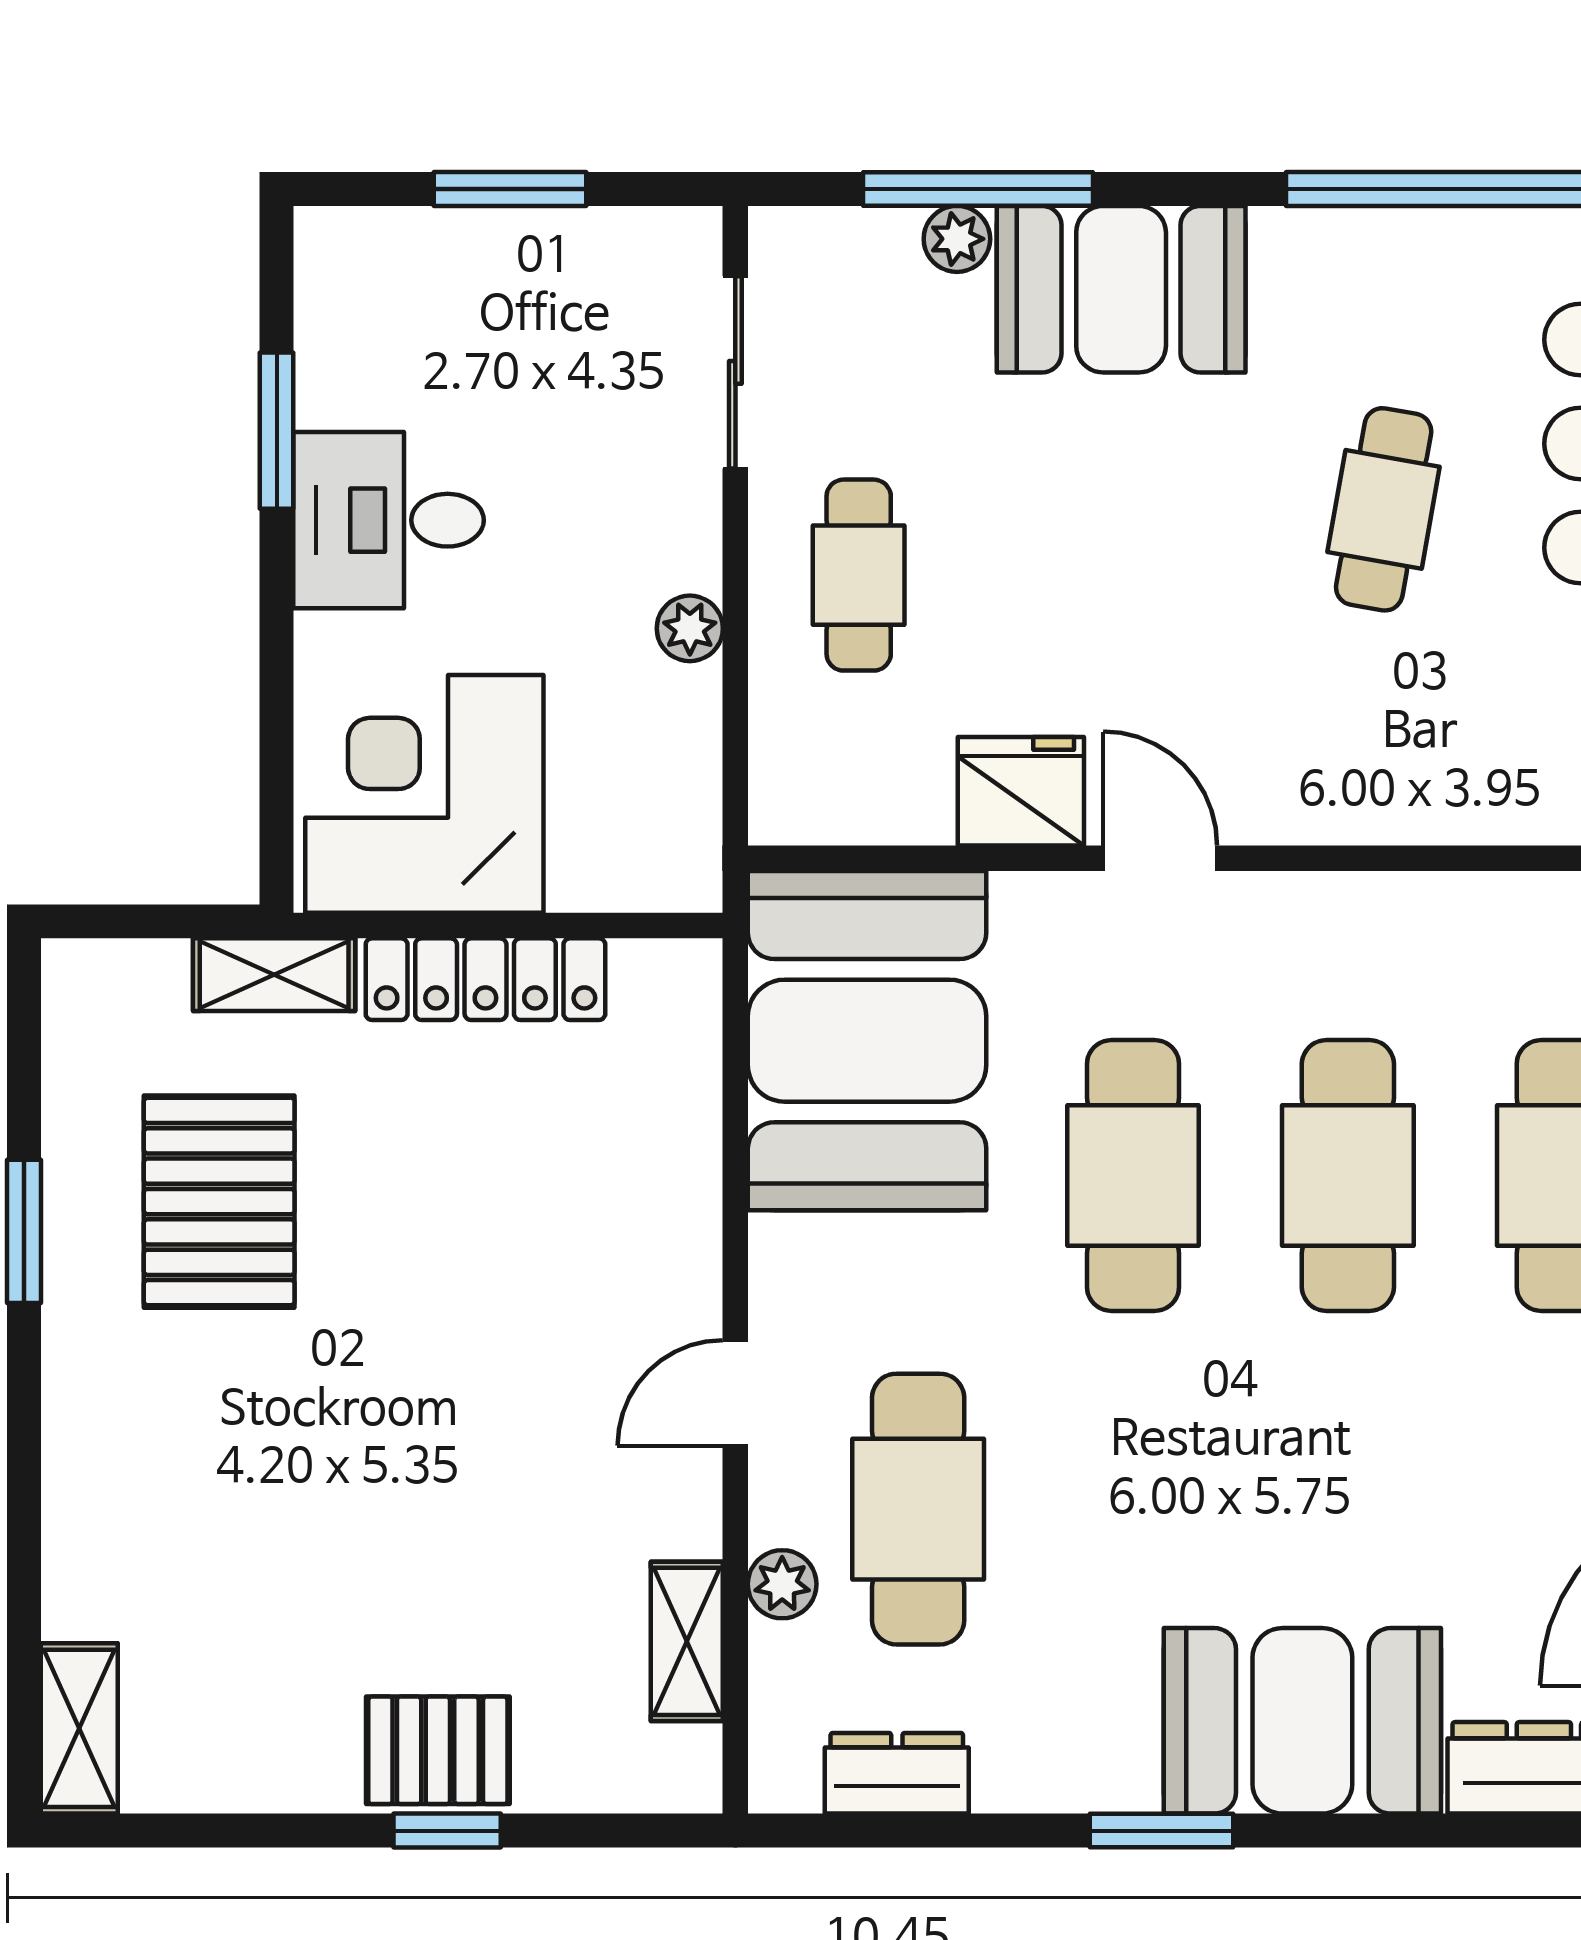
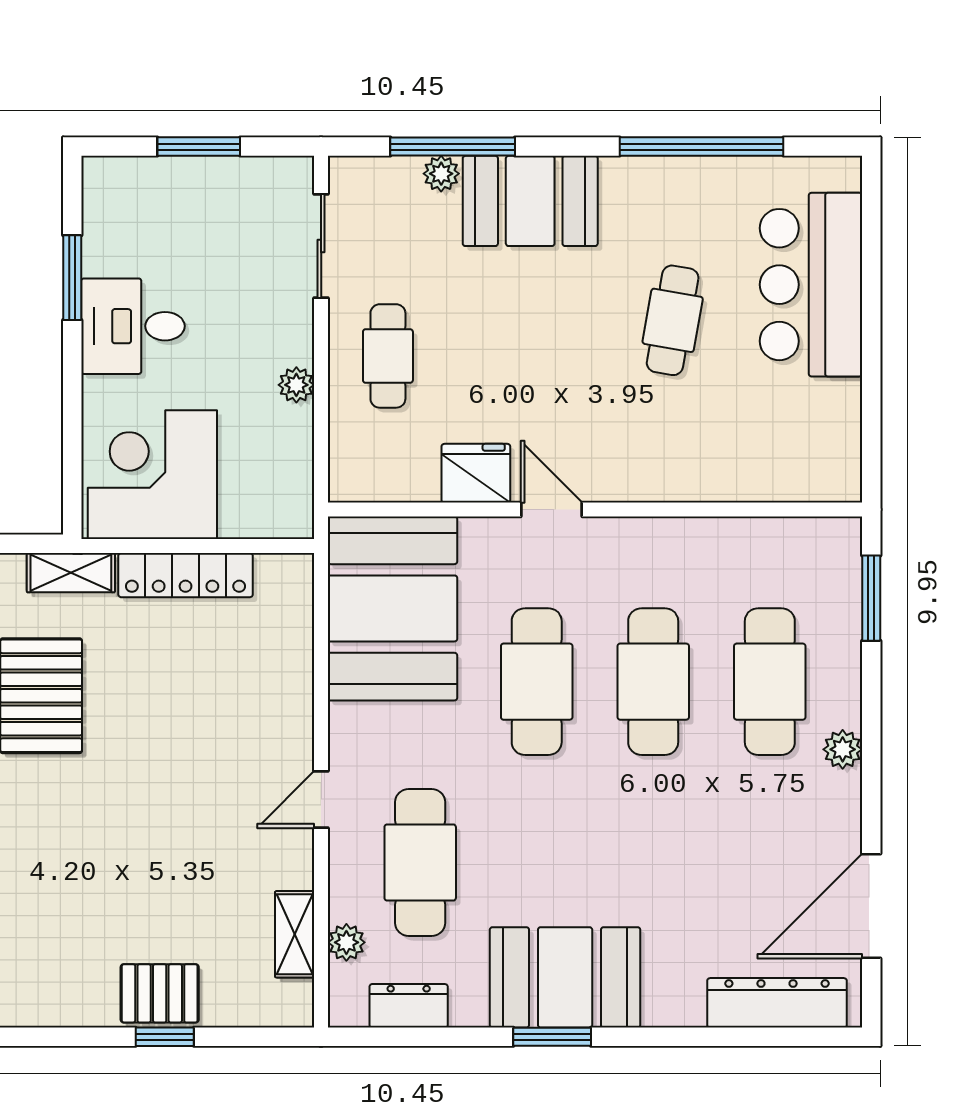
plant: (782, 1584) -> (346, 942), moved
booth: (1302, 1721) -> (565, 977), moved

